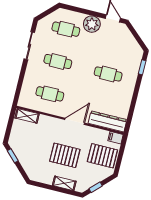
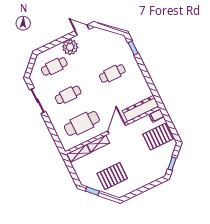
cafe table: (50, 94) -> (82, 123), width x1.37, depth x1.35
pallet: (65, 155) -> (112, 176), moved
shelving: (64, 183) -> (98, 144), moved

